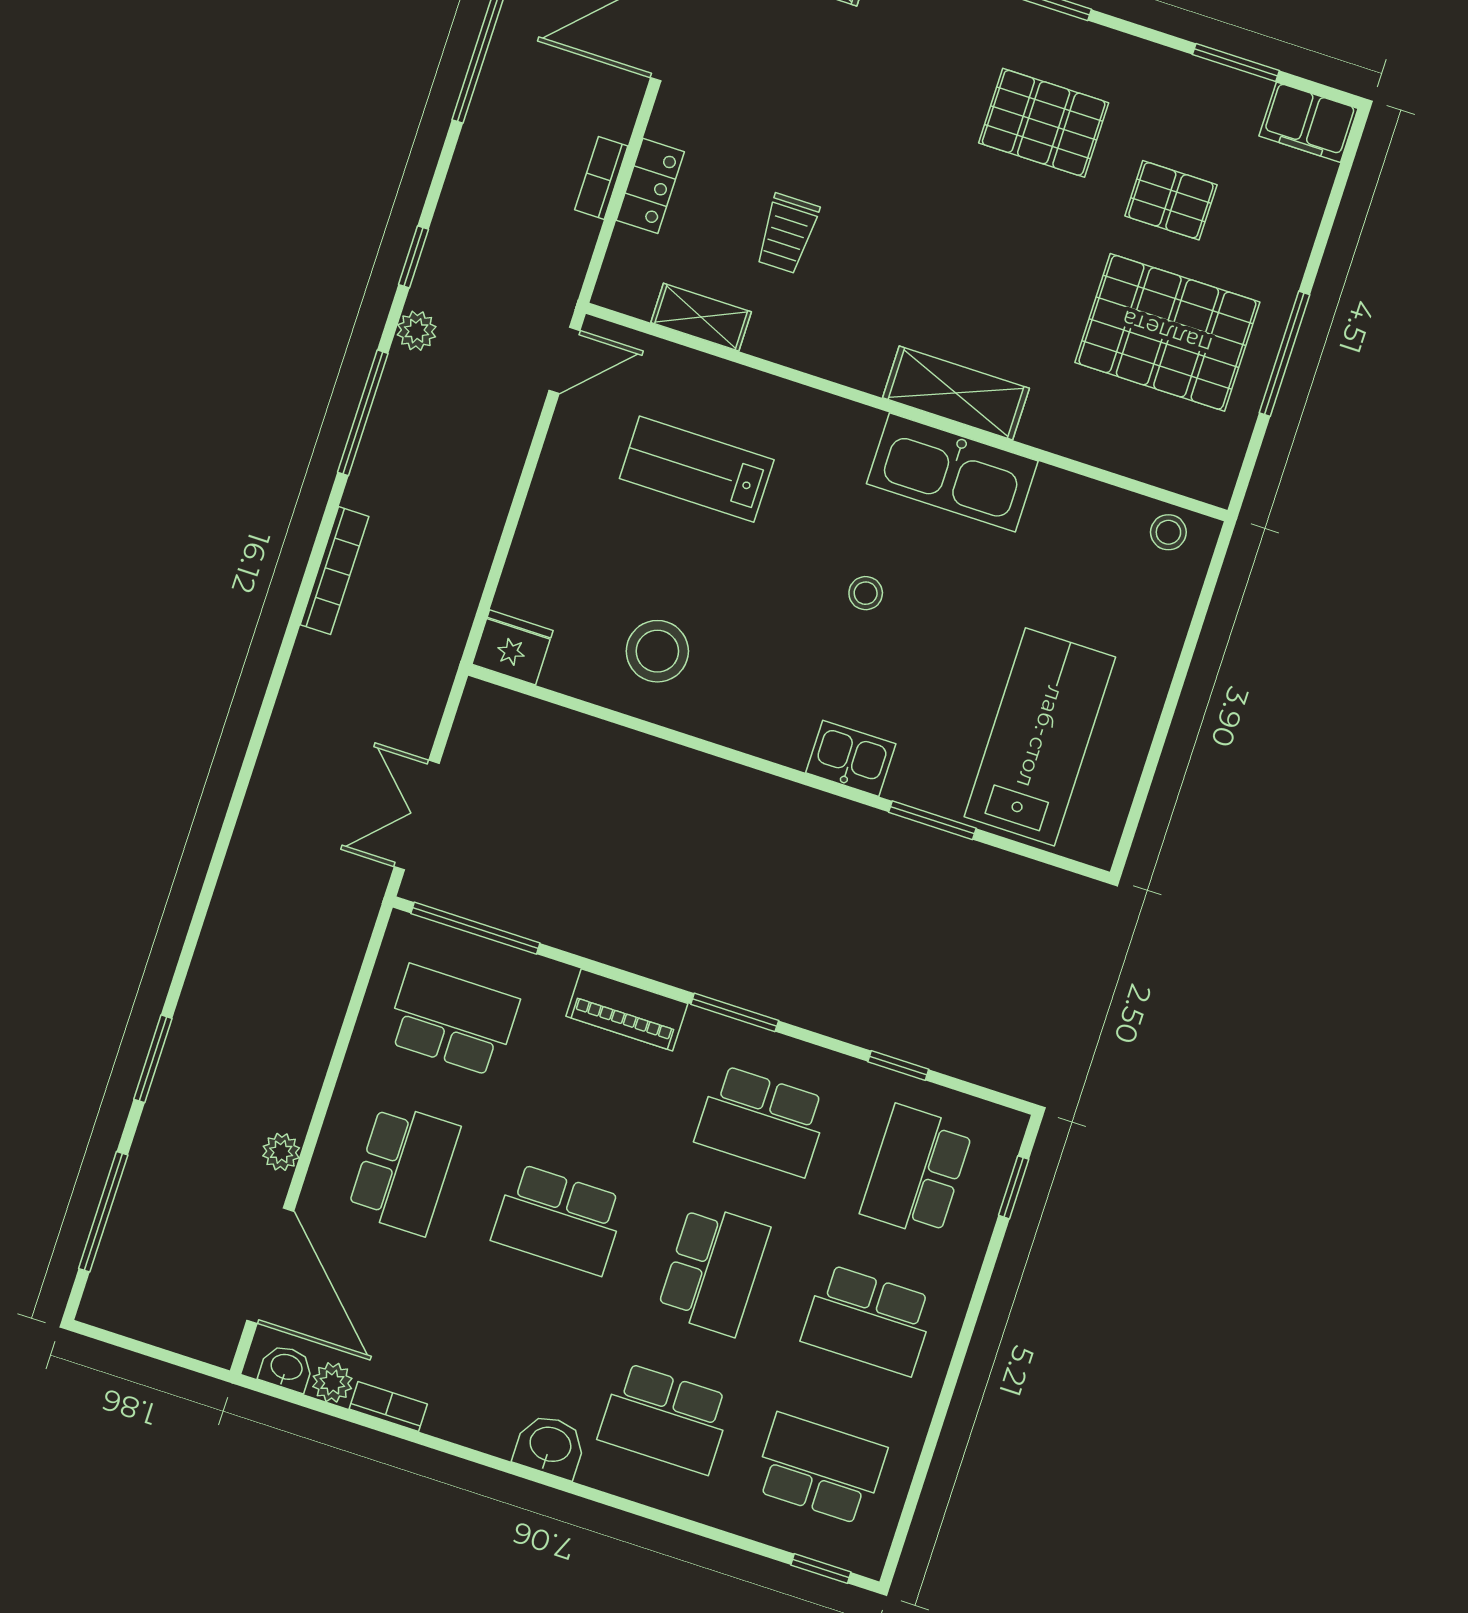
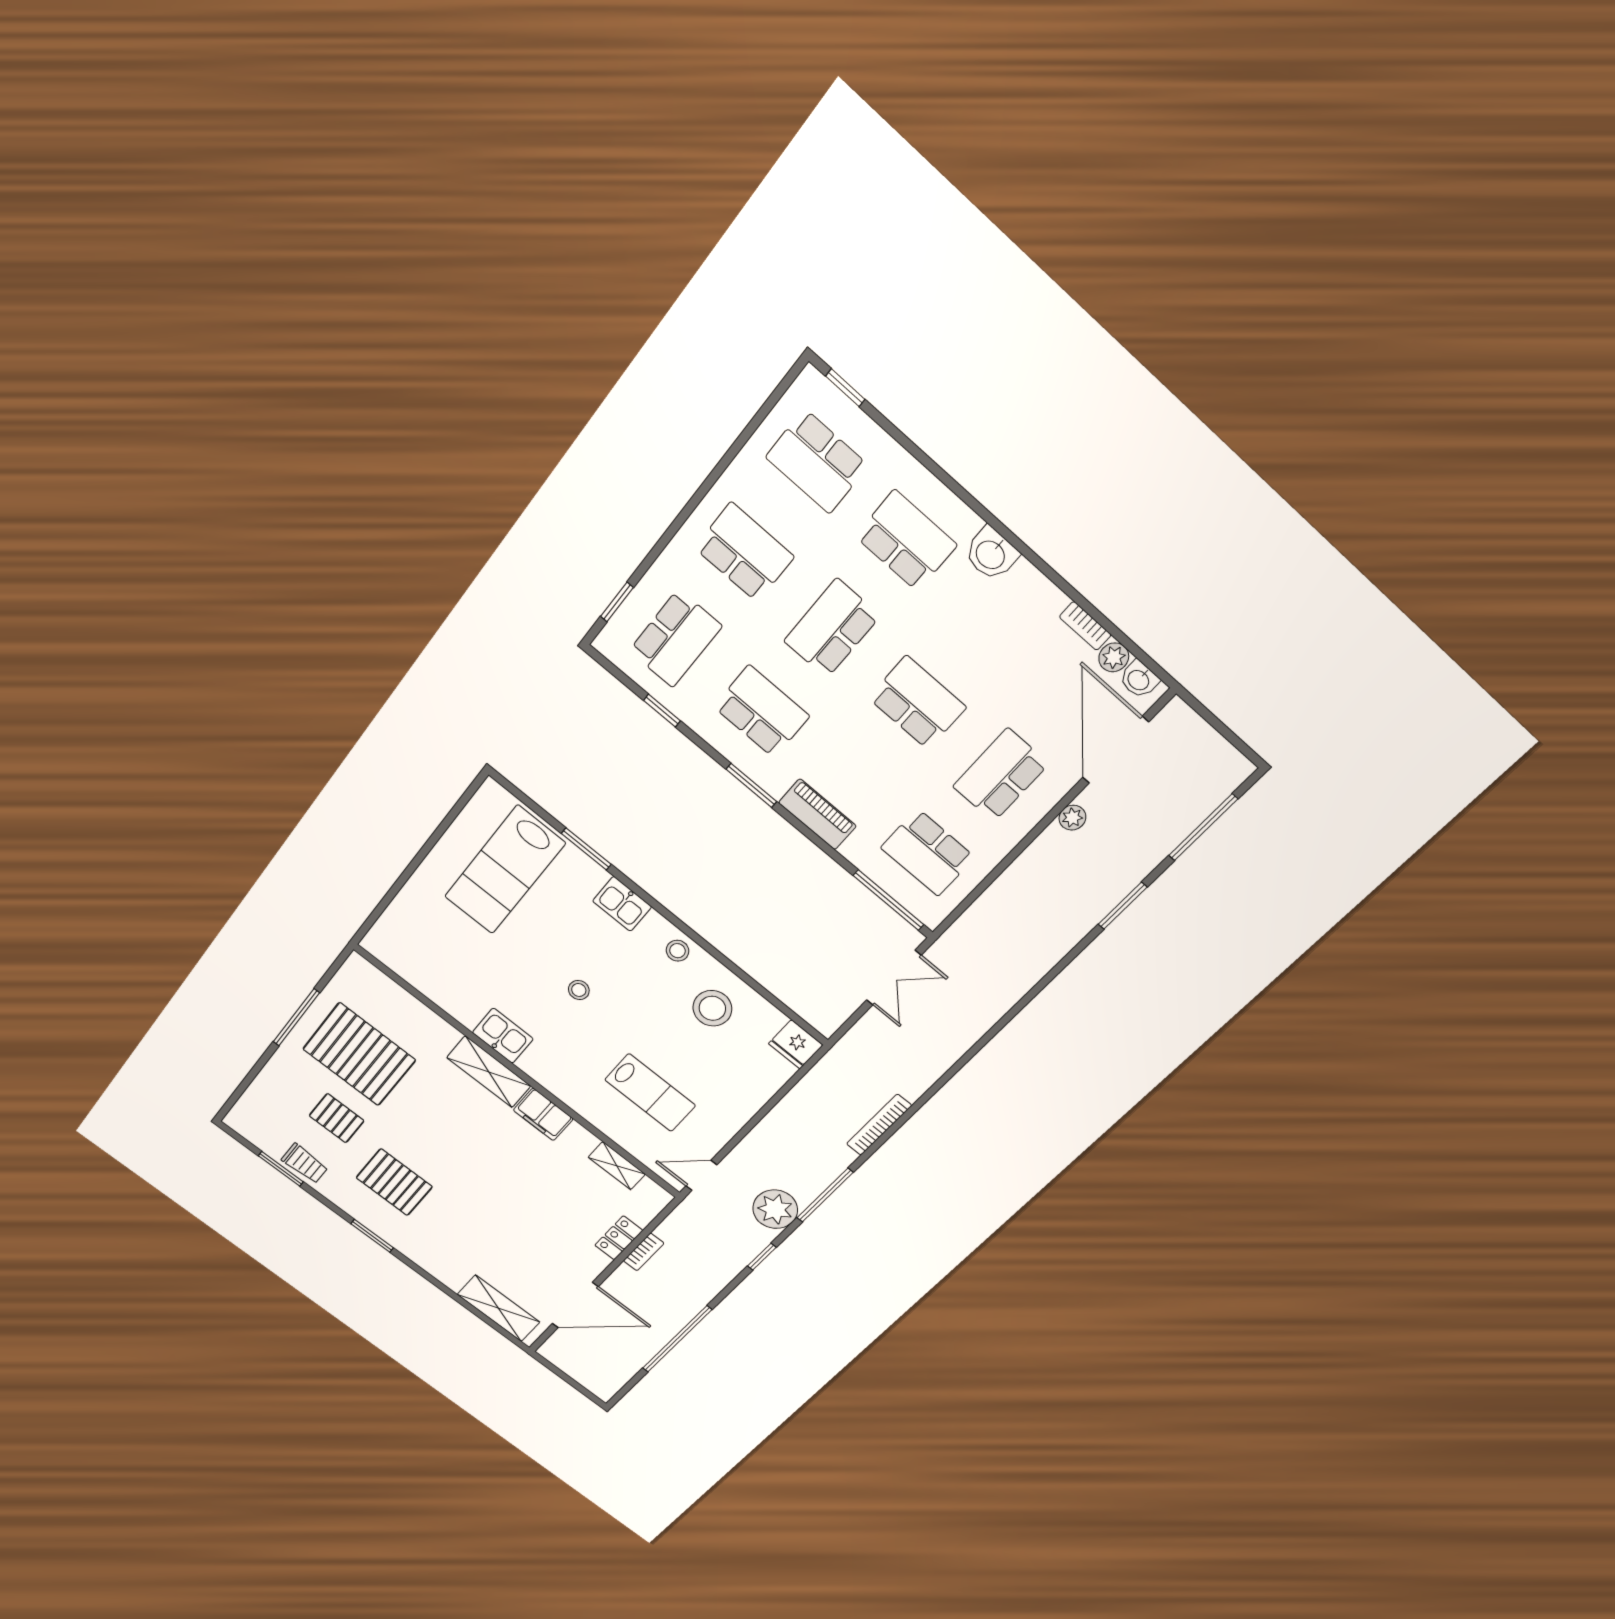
filing cabinet: (1309, 122) -> (543, 1114), moved, turned 180
trolley: (787, 234) -> (305, 1163), moved, turned 90
plant: (417, 331) -> (775, 1209), width x1.87, depth x1.87
kitchen sink: (952, 472) -> (503, 1036), width x0.53, depth x0.81
stool: (1168, 532) -> (678, 951), moved

